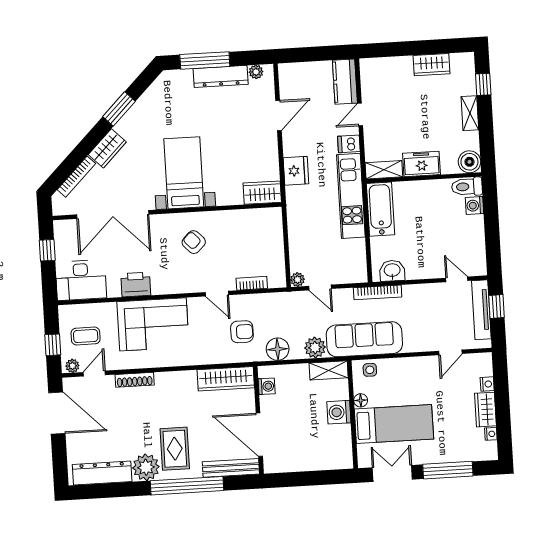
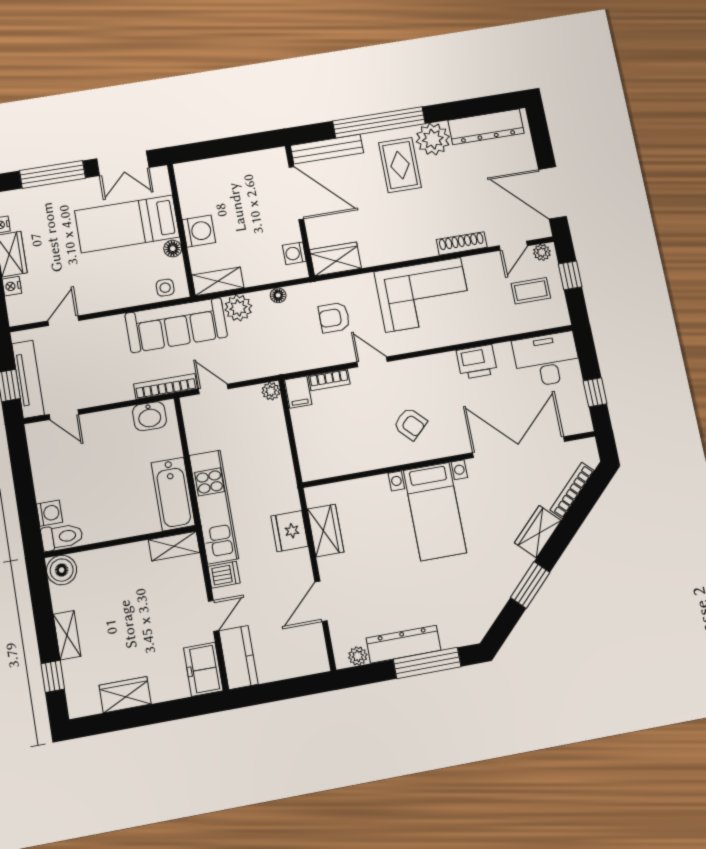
freezer: (422, 164) -> (203, 669), moved, turned 90
wardrobe: (262, 193) -> (326, 531), moved, turned -90
filing cabinet: (277, 276) -> (298, 392), added
door: (320, 287) -> (213, 389), moved
corner sofa: (153, 324) -> (423, 295), moved, turned 180
floor lamp: (278, 349) -> (278, 295), width x0.53, depth x0.53
wardrobe: (226, 379) -> (336, 259), width x0.67

